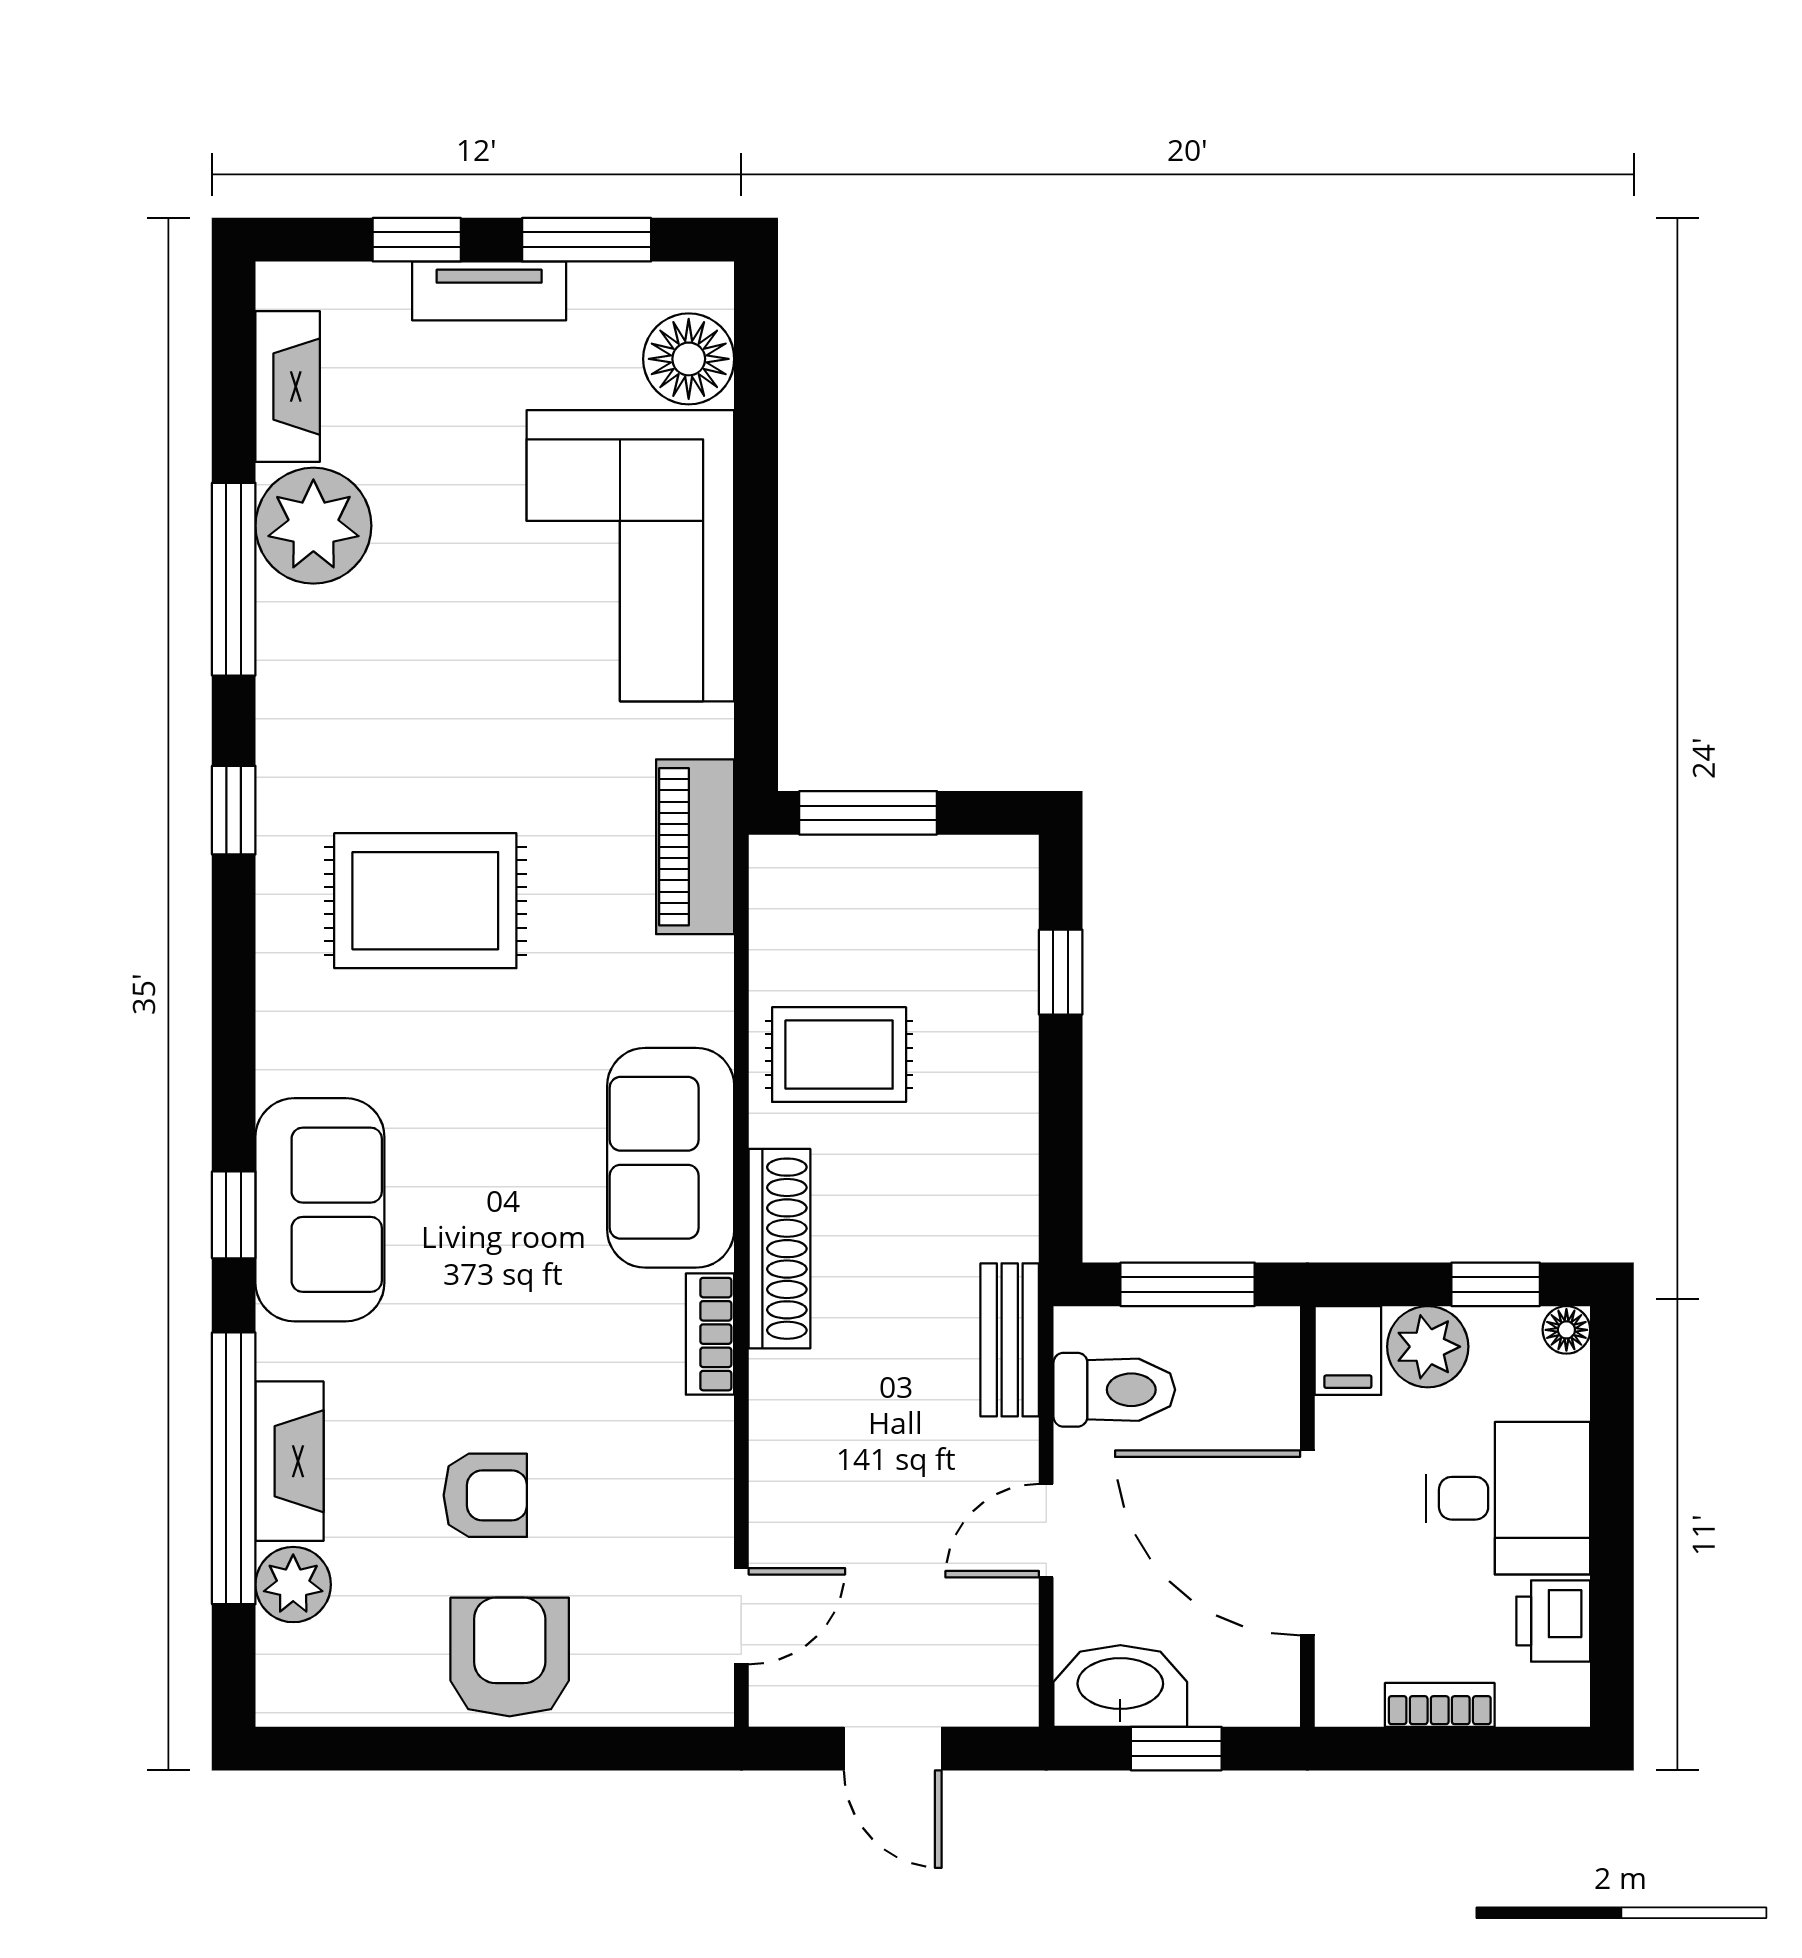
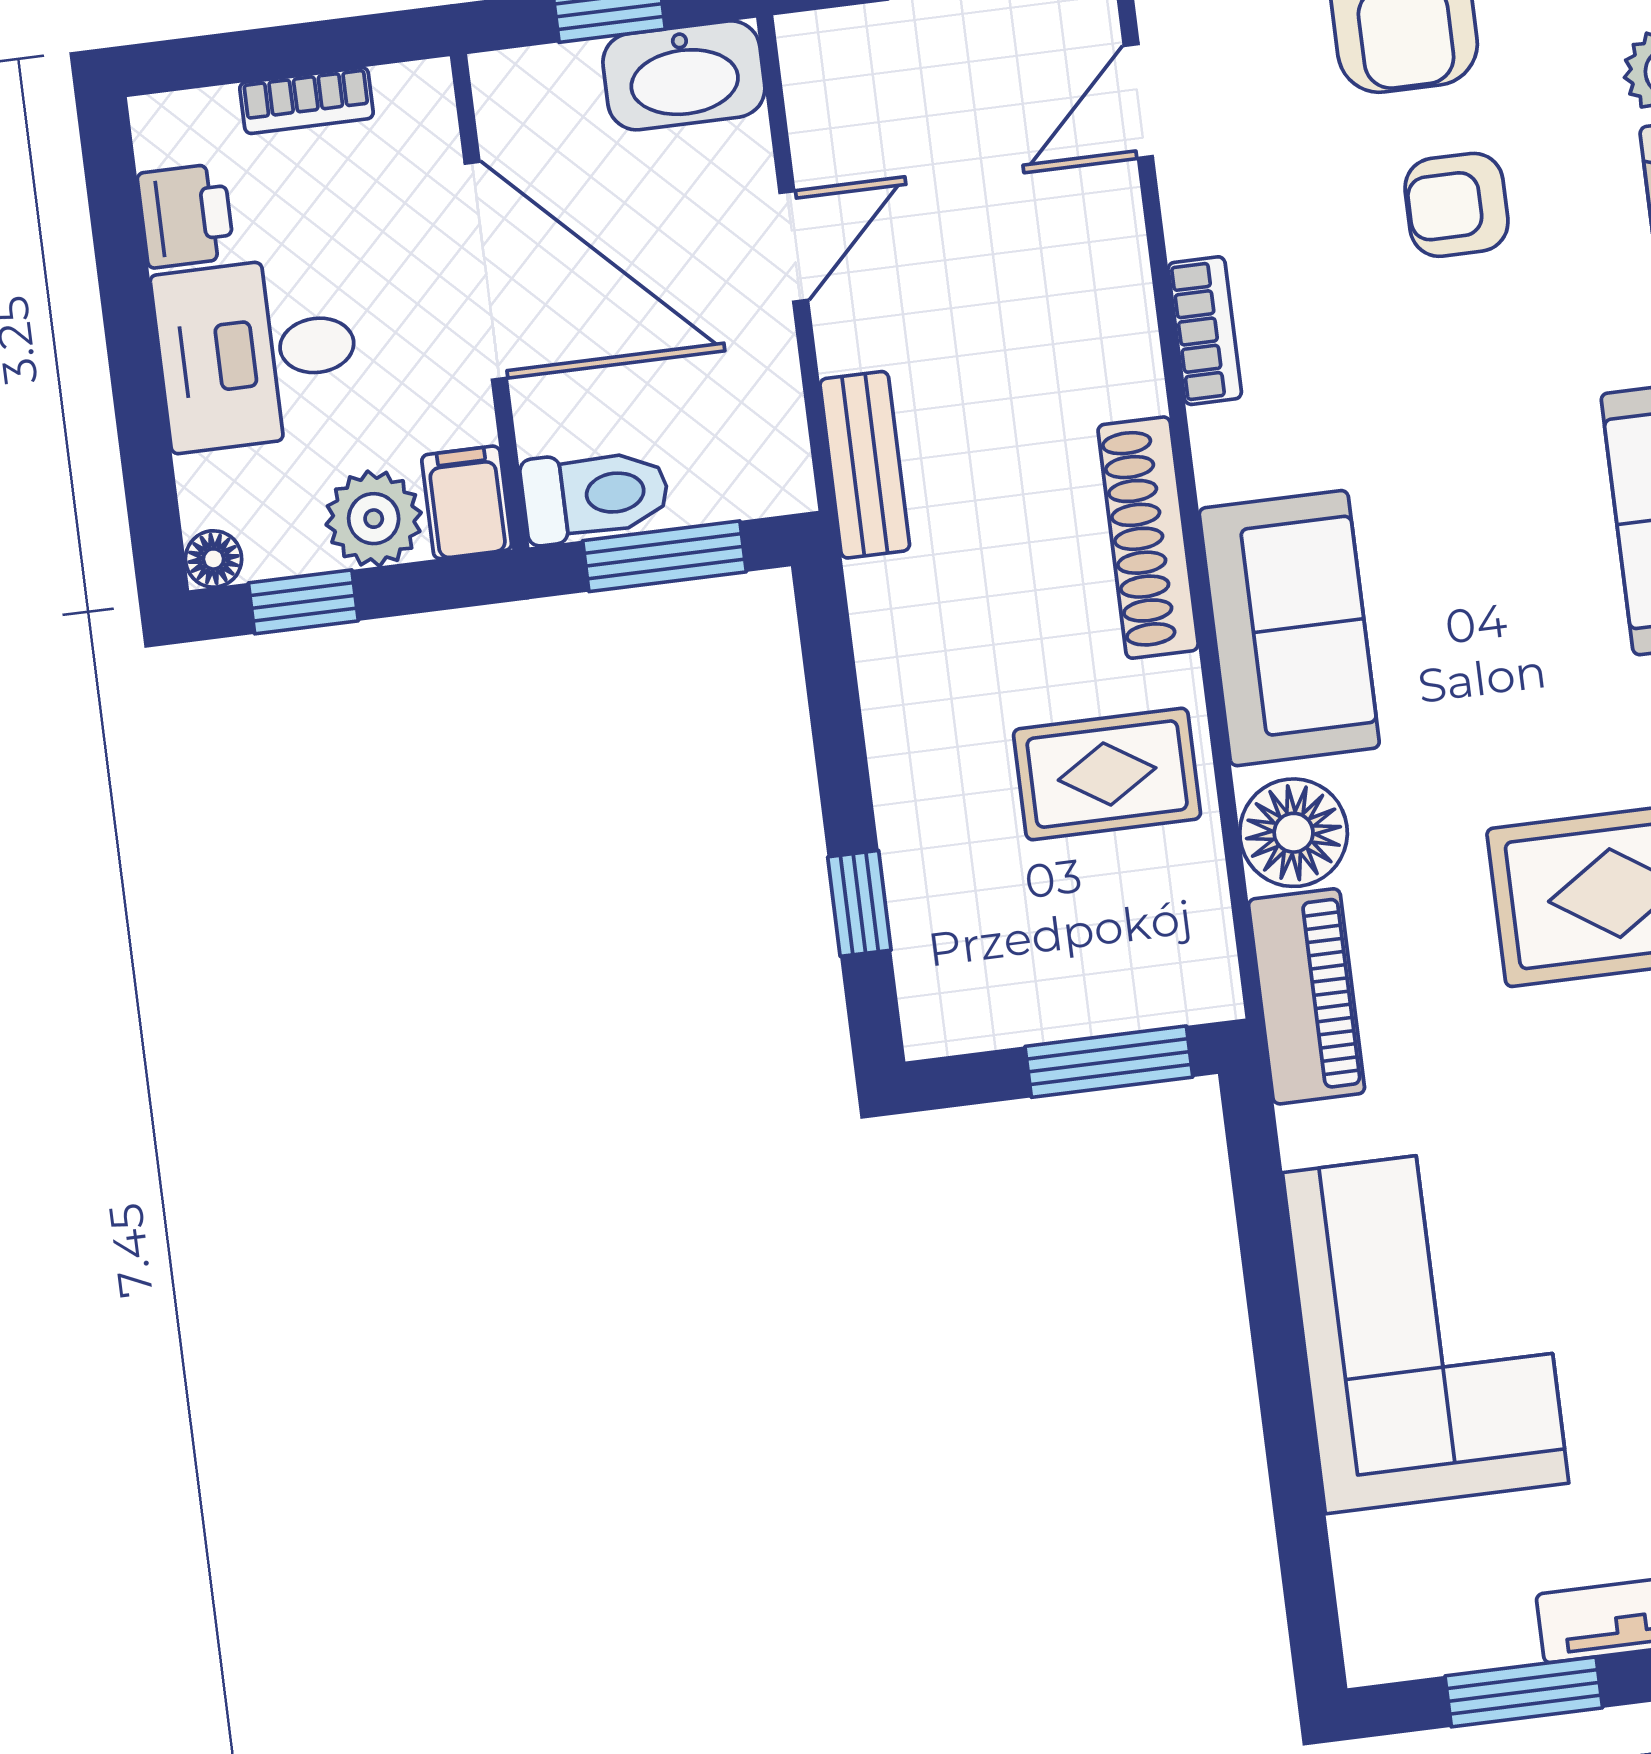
floor lamp: (689, 359) -> (1294, 833), moved
bookcase: (710, 1334) -> (1205, 331), moved
toilet: (1114, 1390) -> (595, 495), moved, turned 180

